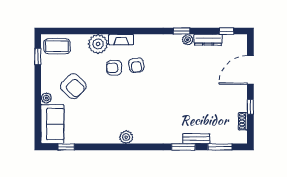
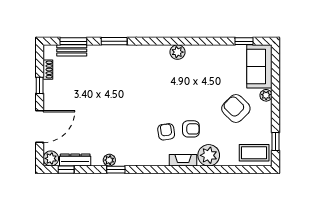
dresser: (208, 40) -> (75, 160), moved
plant: (240, 41) -> (51, 158), added
bench: (196, 139) -> (72, 50), moved

